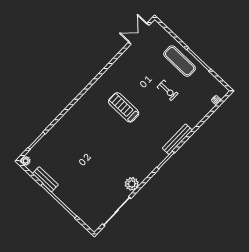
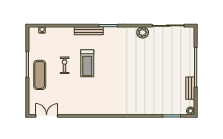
double door: (139, 34) -> (47, 116), swing flipped
treadmill: (124, 107) -> (87, 63), moved

